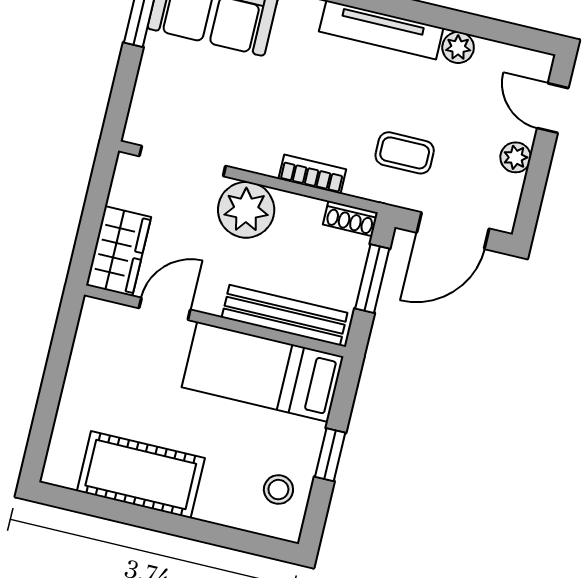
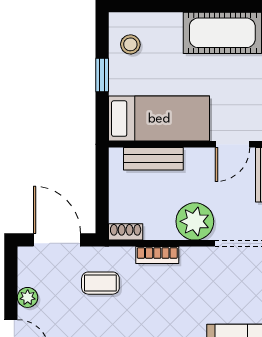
door: (453, 231) -> (57, 240), hinge flipped
window: (372, 279) -> (102, 196), removed
bench: (285, 315) -> (153, 159), width x0.73

